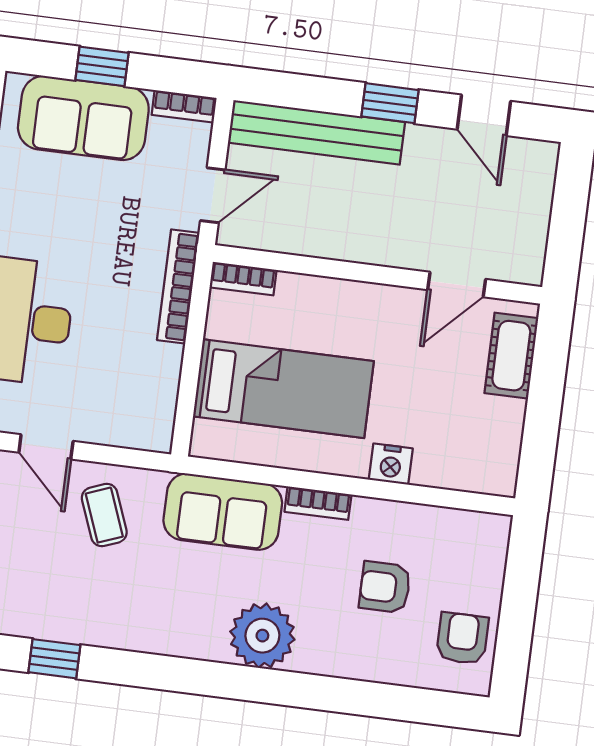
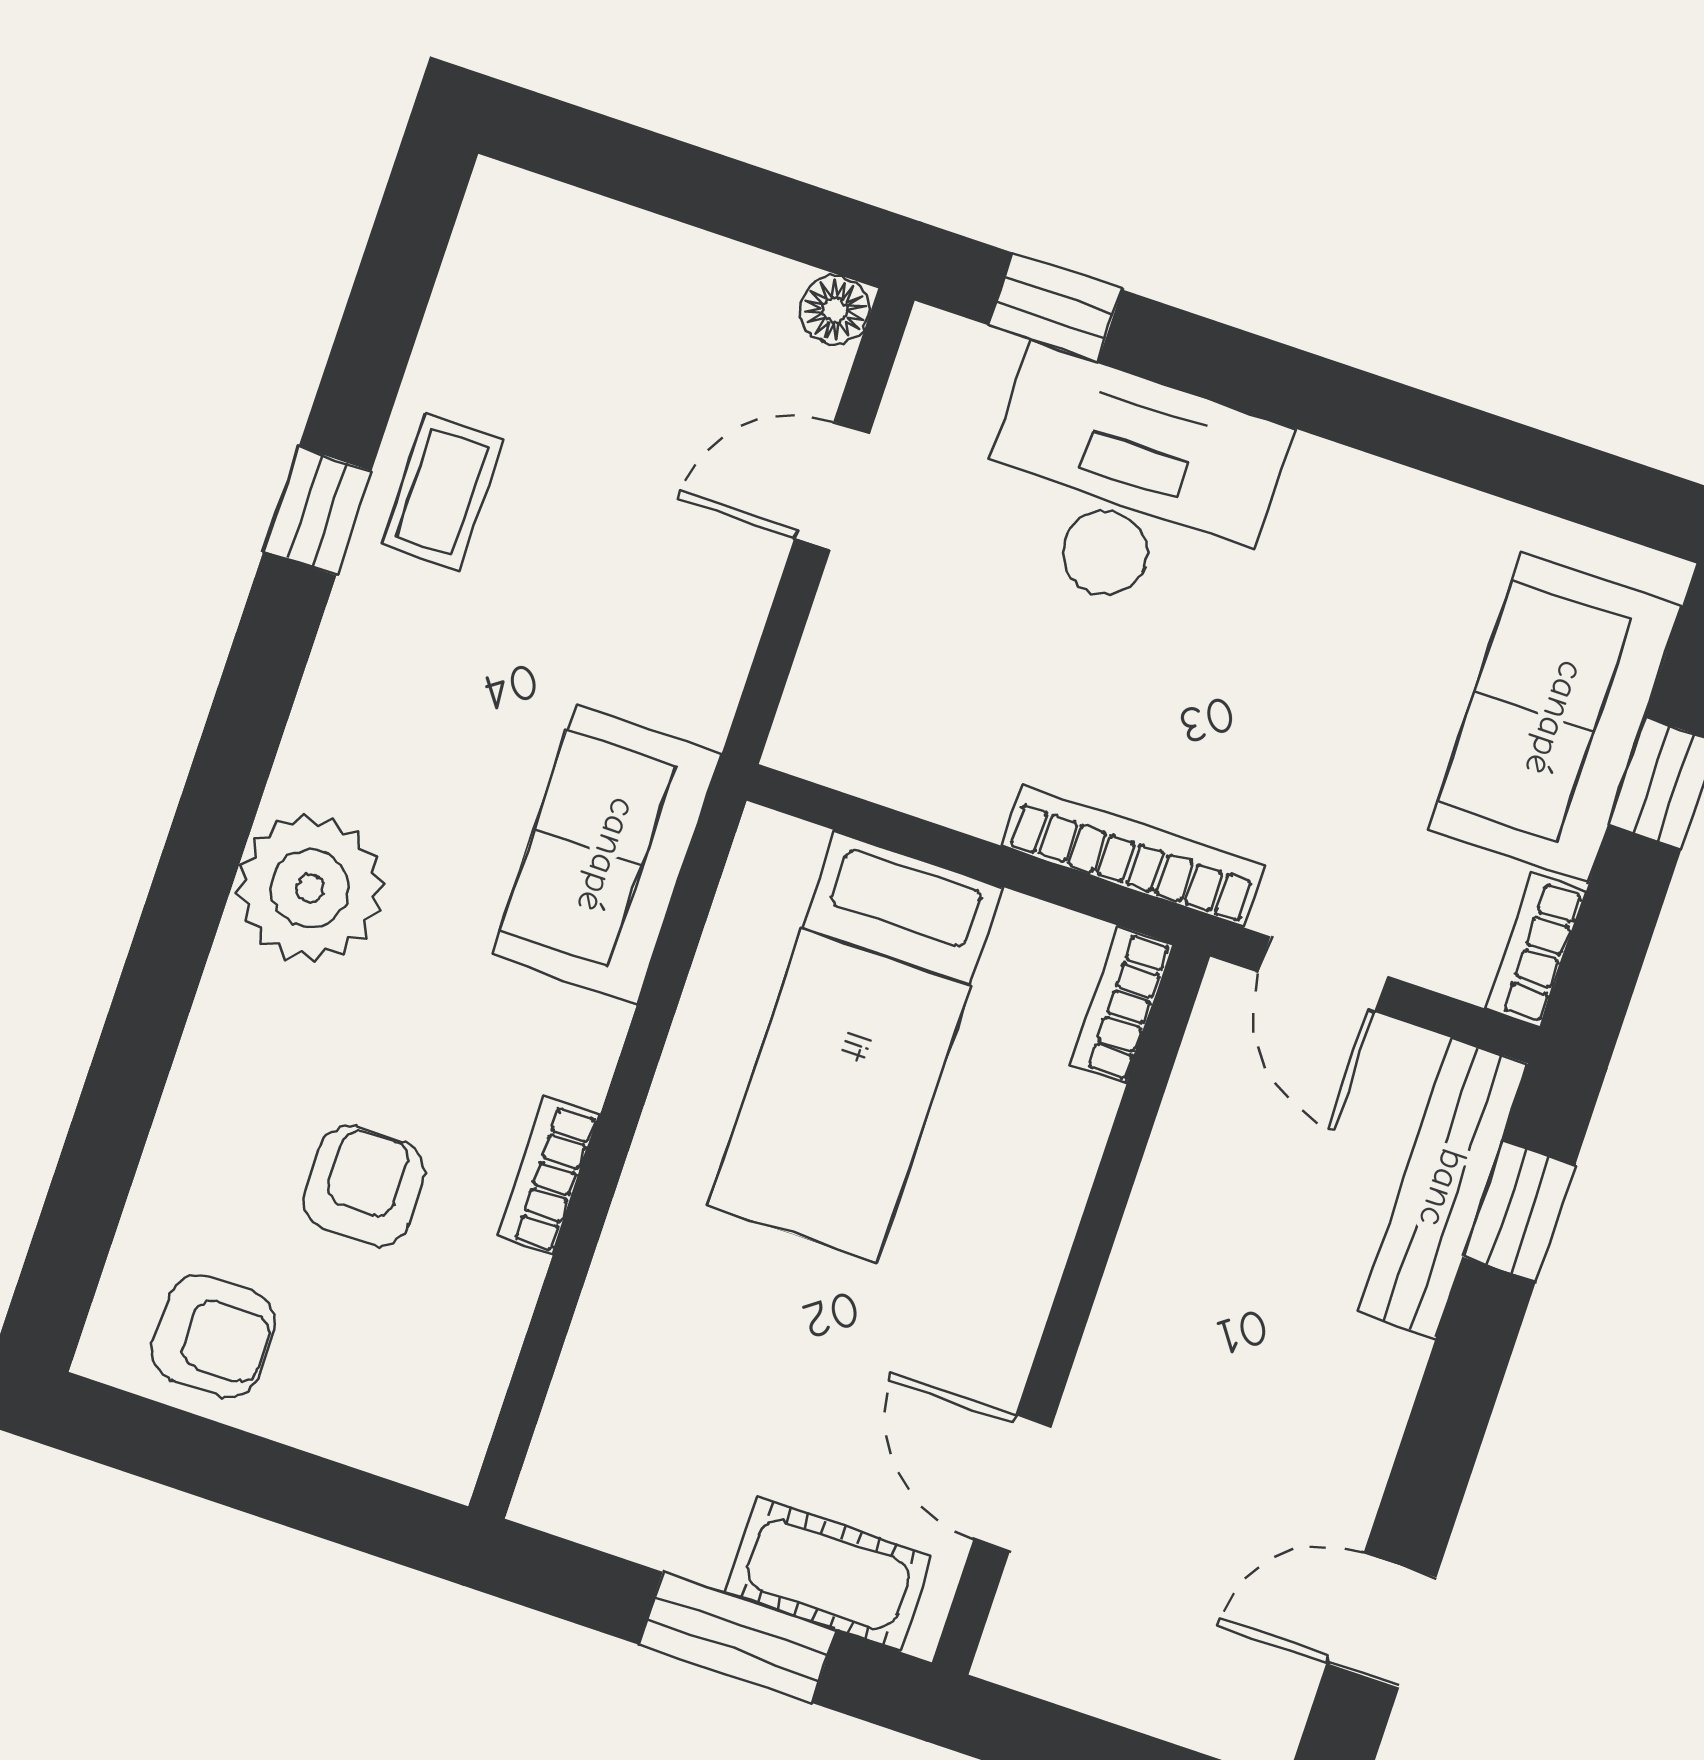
window: (390, 103) -> (1519, 1211), moved
bench: (317, 132) -> (1443, 1188), width x0.73, depth x0.82
window: (546, 389) -> (737, 1637), added
nightstand: (391, 464) -> (638, 1254), removed
bookcase: (318, 503) -> (548, 1176), moved
coffee table: (104, 515) -> (442, 492), moved, turned -69
window: (54, 659) -> (318, 511), moved

